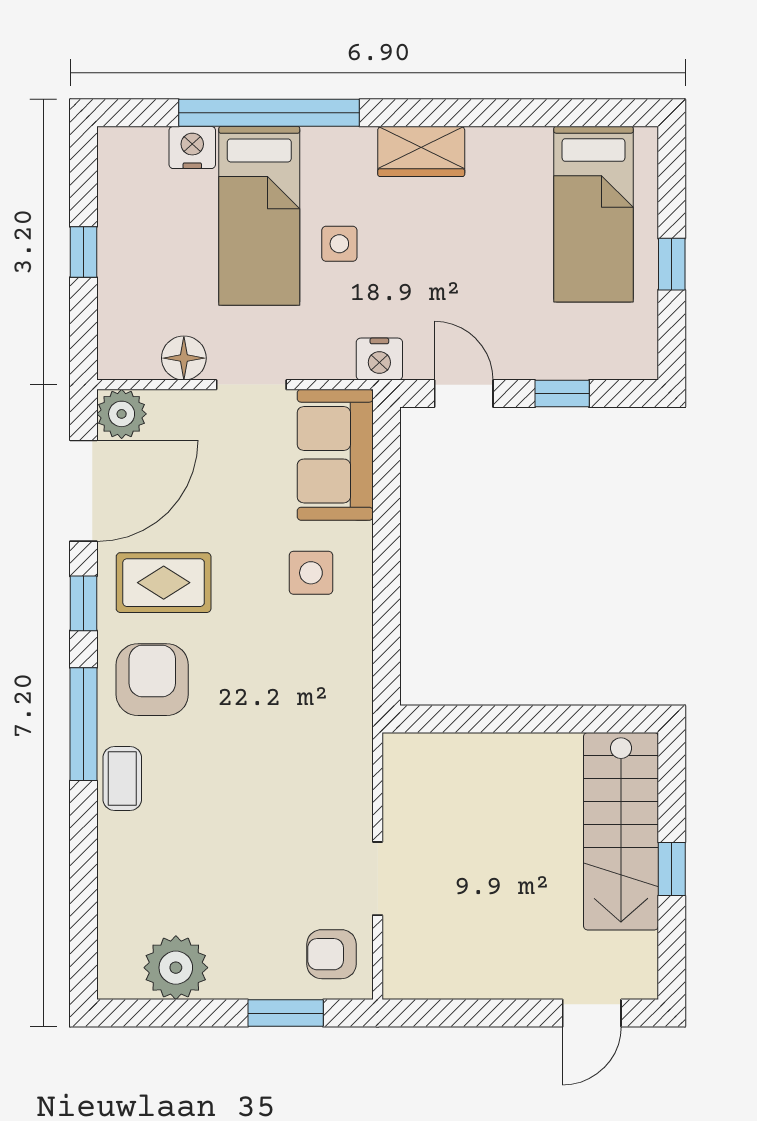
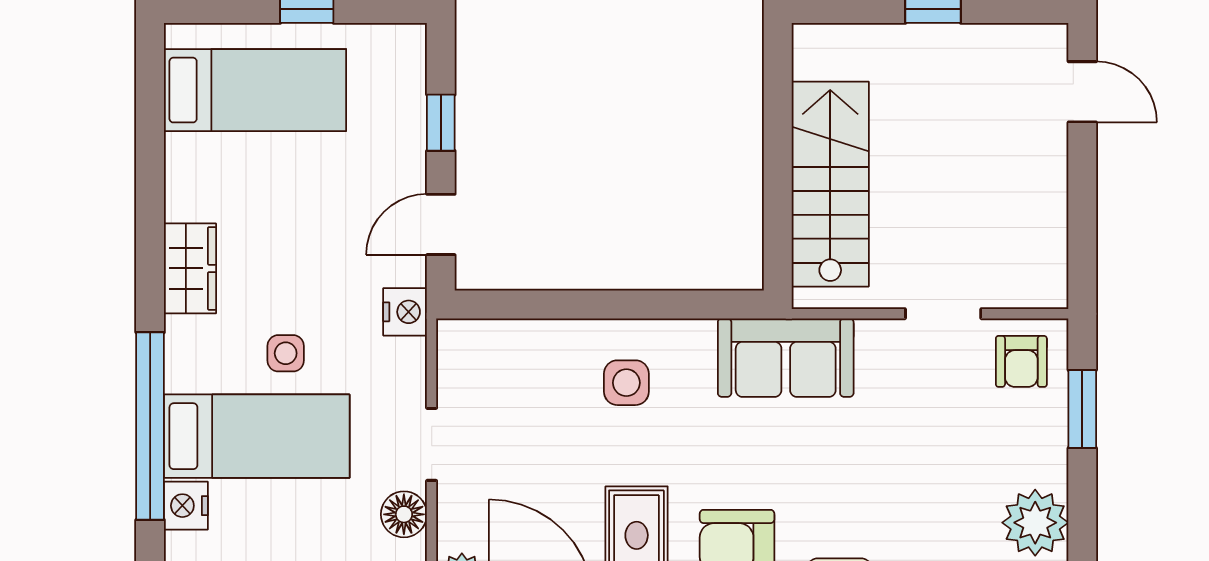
sofa: (335, 455) -> (786, 358), moved
stairs: (621, 831) -> (830, 184), moved, turned -90

